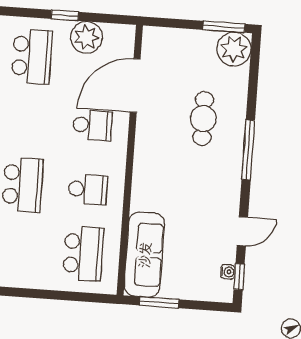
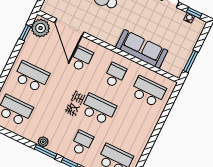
window: (65, 15) -> (25, 33), moved
plant: (86, 37) -> (41, 28), moved
sofa: (144, 255) -> (142, 49), moved

